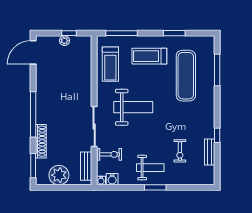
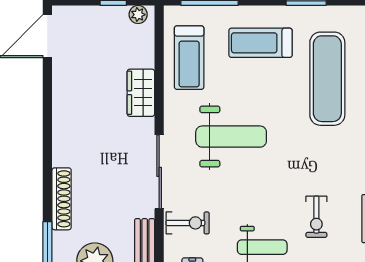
plant: (65, 41) -> (138, 15), moved
wardrobe: (84, 83) -> (141, 93), added
window: (33, 114) -> (47, 150), removed

